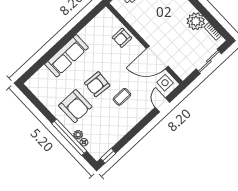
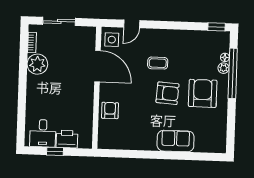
armchair: (122, 38) -> (110, 110), turned -90
sofa: (67, 56) -> (176, 141), width x0.73

